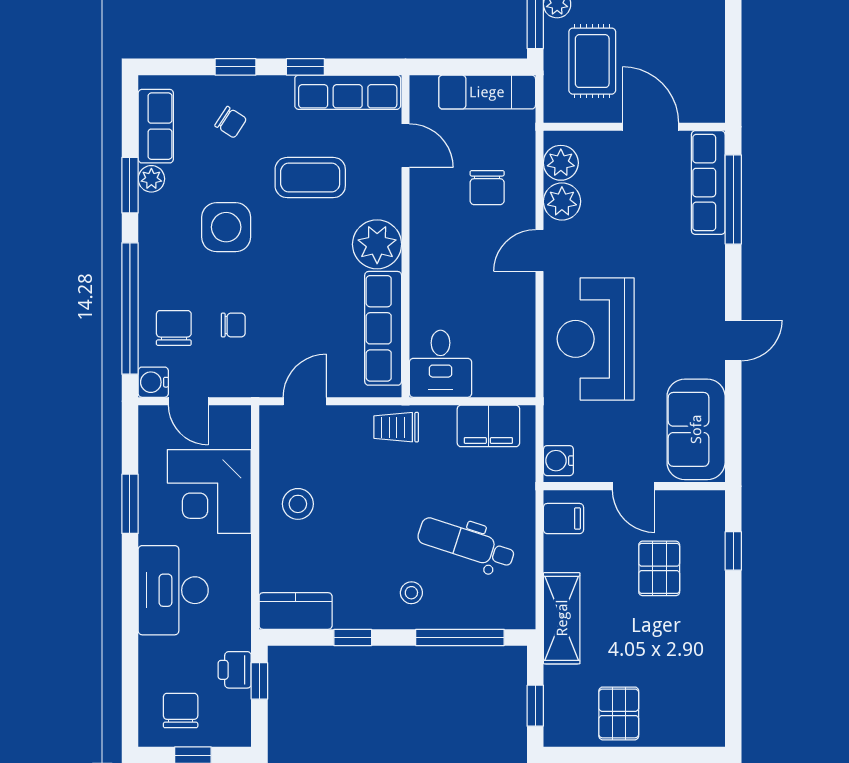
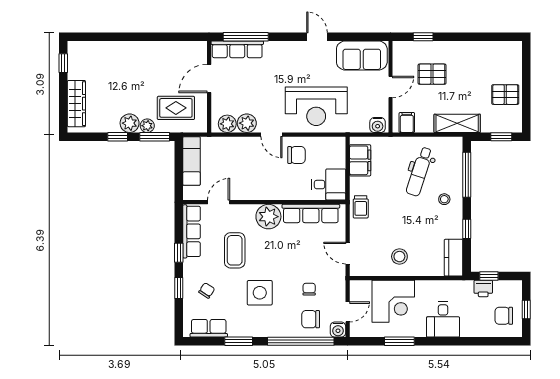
plant: (151, 179) -> (235, 330), removed
chair: (487, 188) -> (296, 155), moved
desk: (173, 590) -> (443, 319), width x0.73

